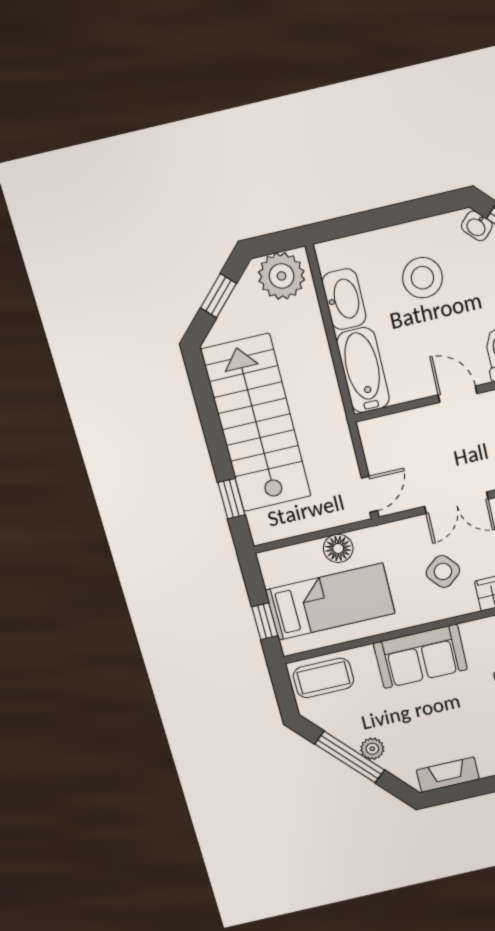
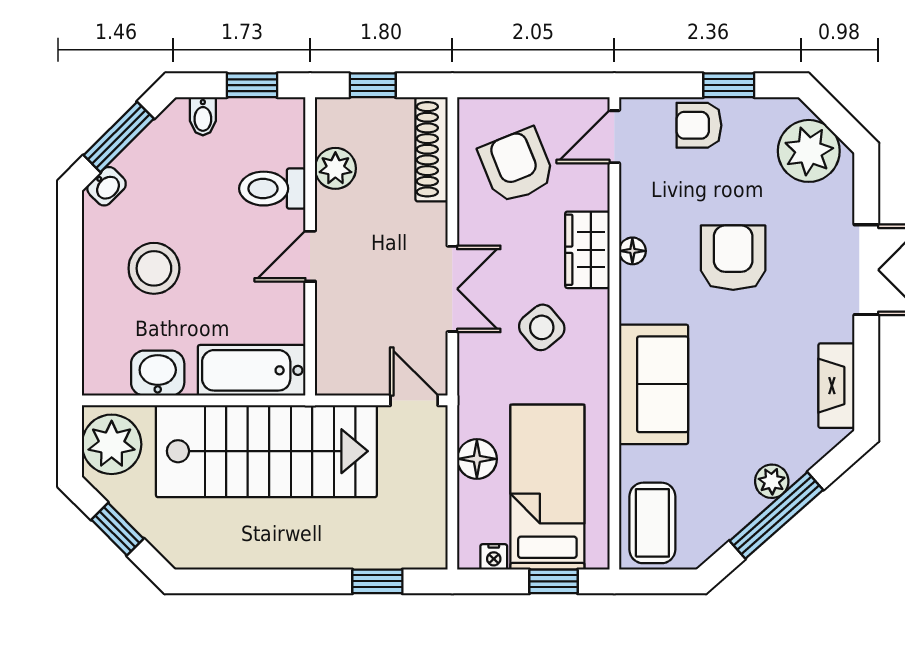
washbasin: (344, 299) -> (158, 373), width x0.72
stairs: (256, 424) -> (266, 451), moved, turned 180
nightstand: (271, 576) -> (494, 557), added

